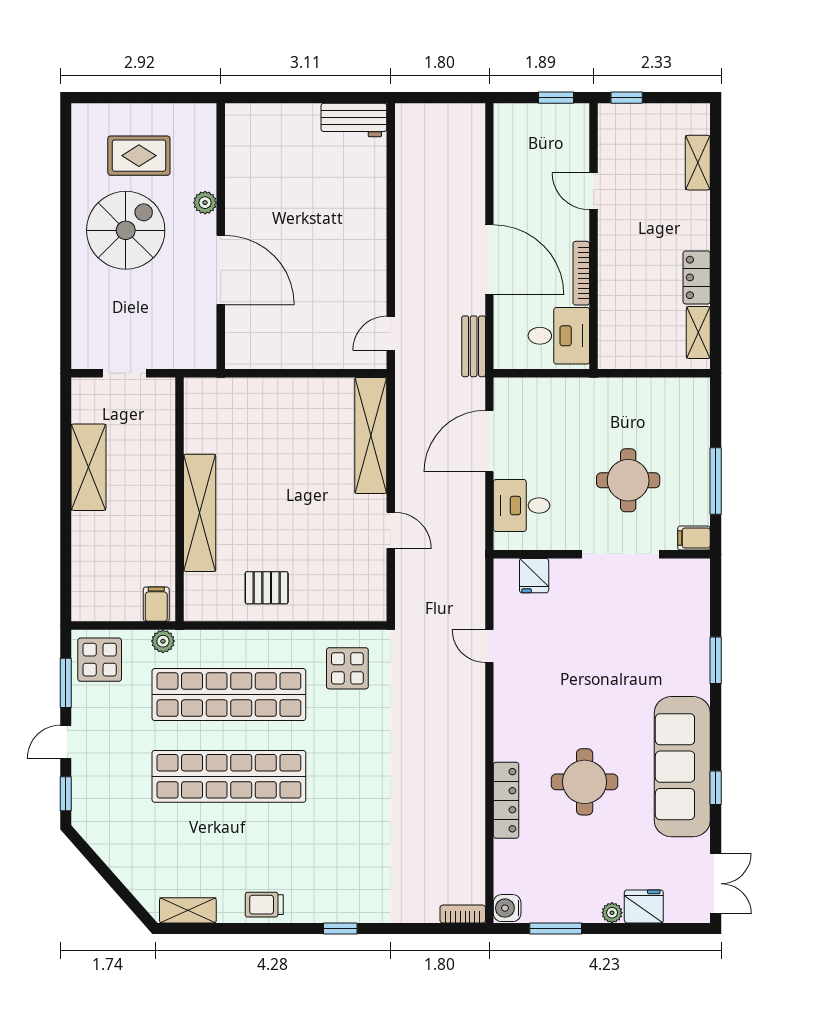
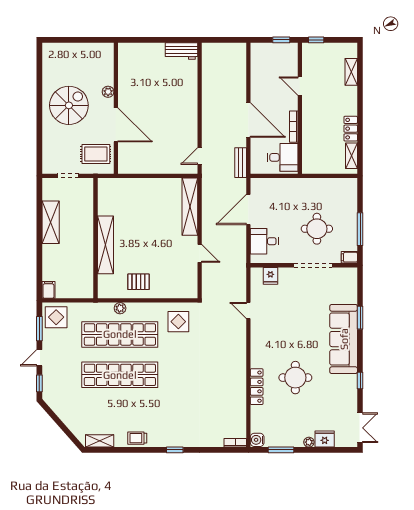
rug: (139, 156) -> (96, 154), moved
filing cabinet: (156, 604) -> (48, 290), moved
plant: (163, 641) -> (120, 308), moved
sofa: (682, 767) -> (344, 339), moved

